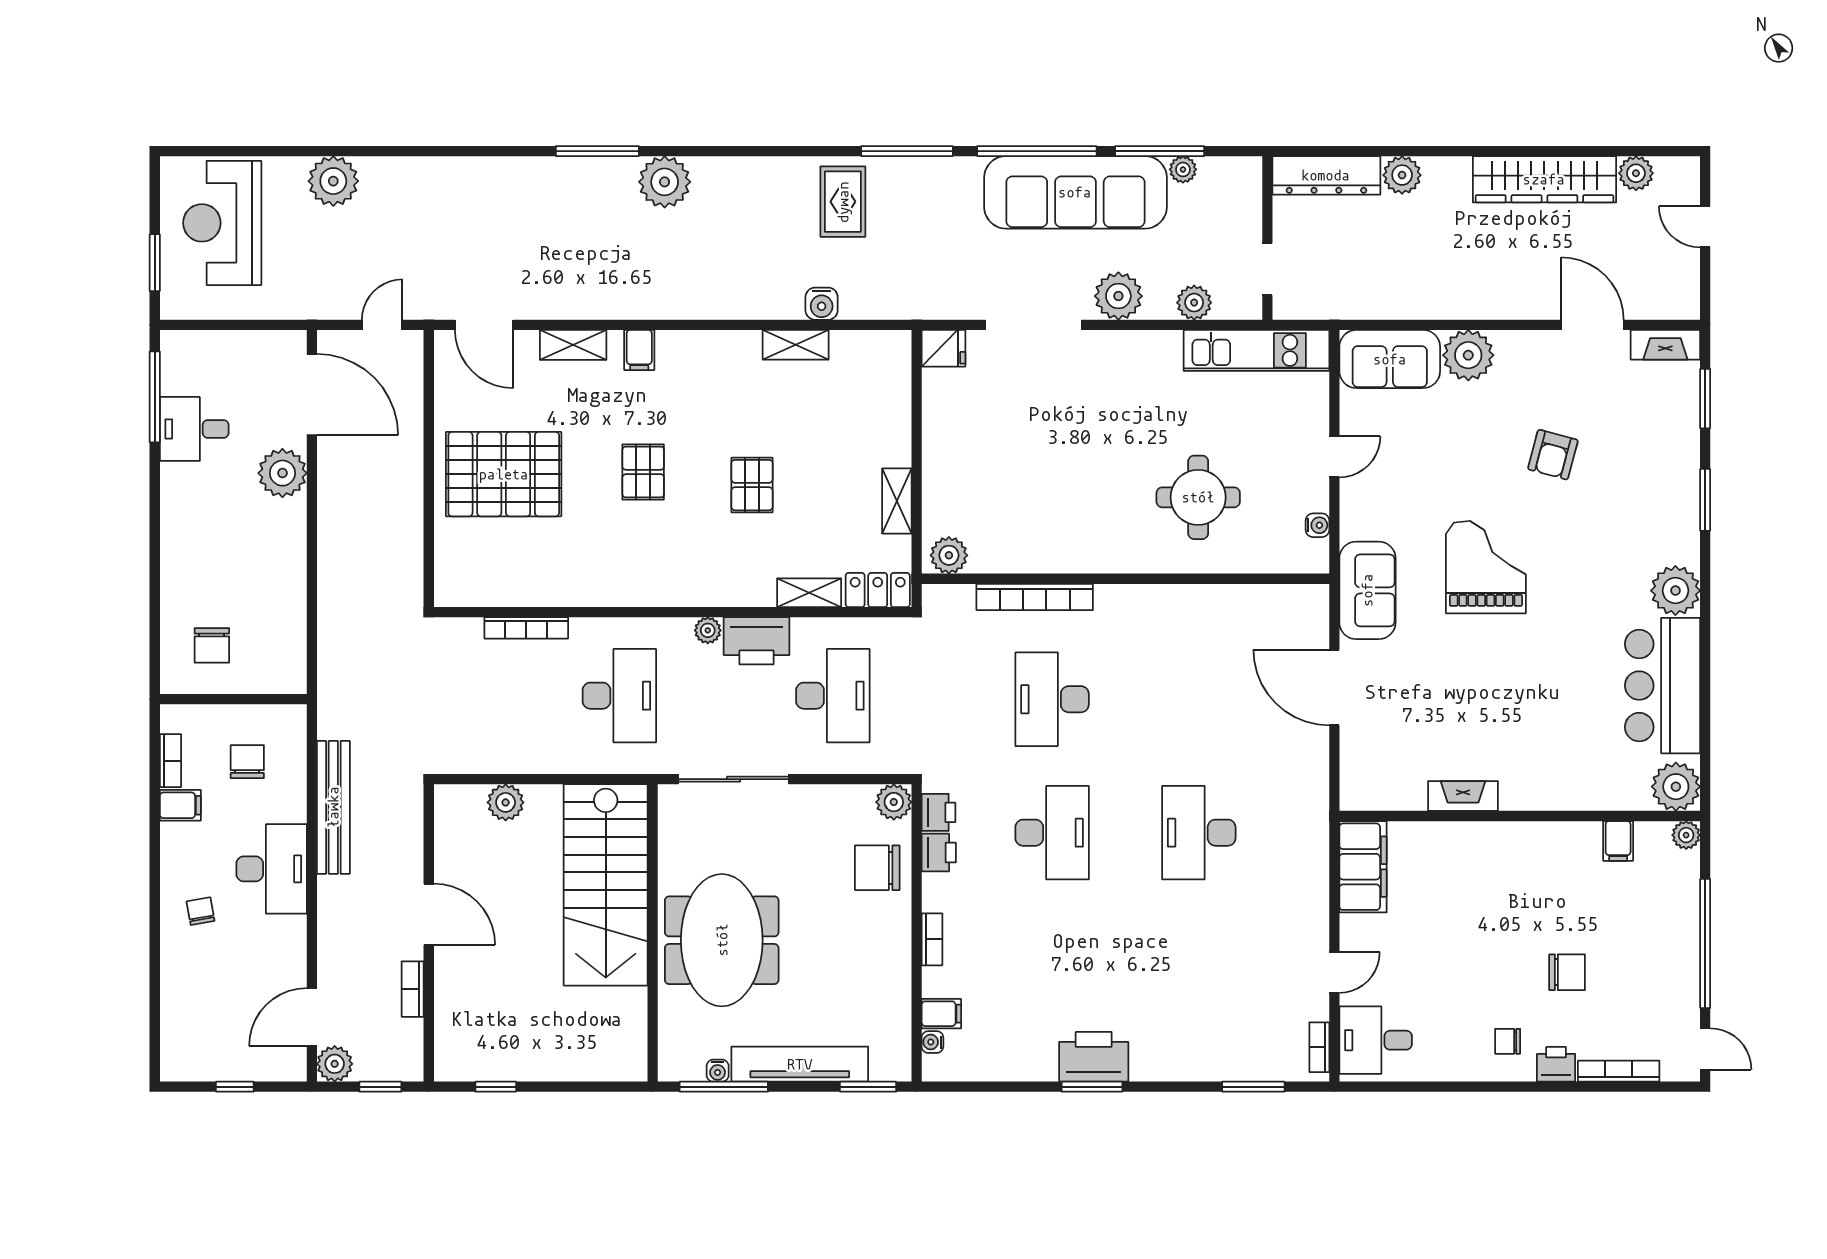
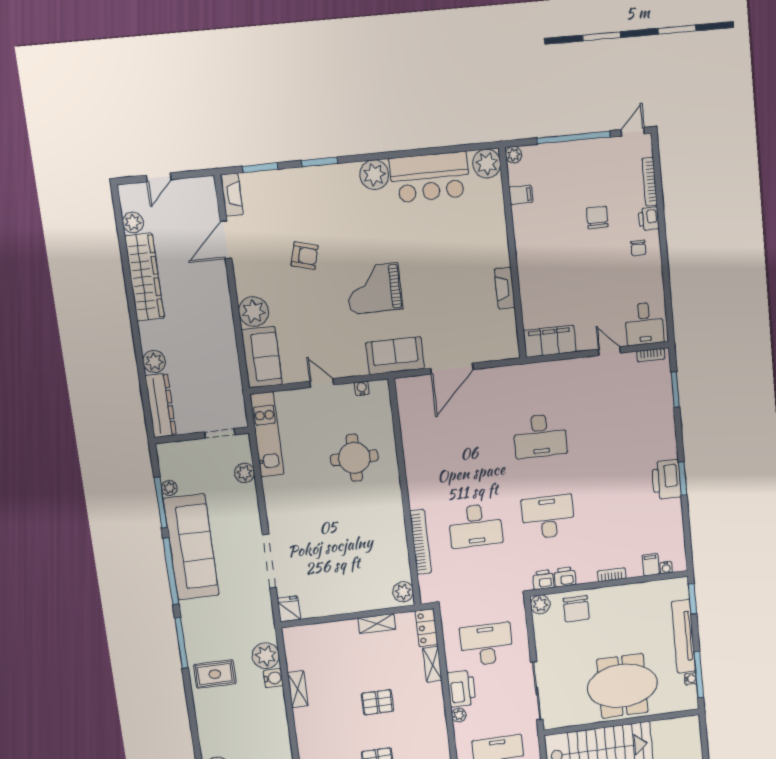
plant: (1118, 296) -> (266, 656), moved

